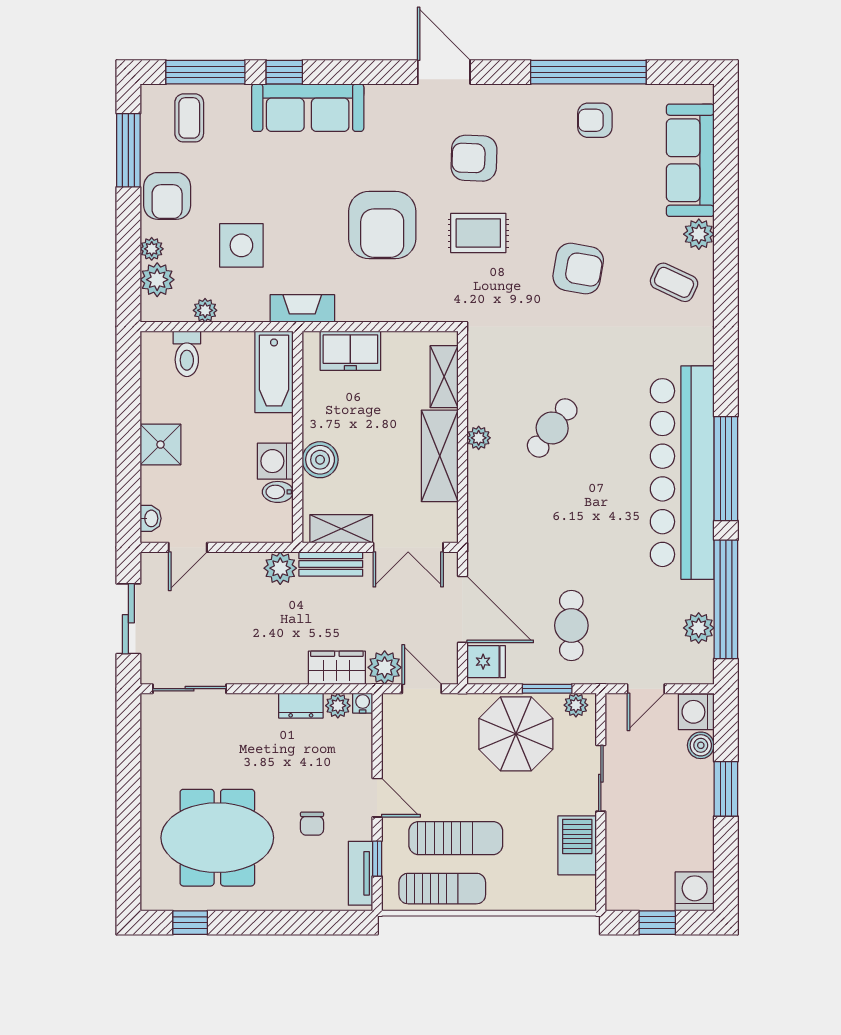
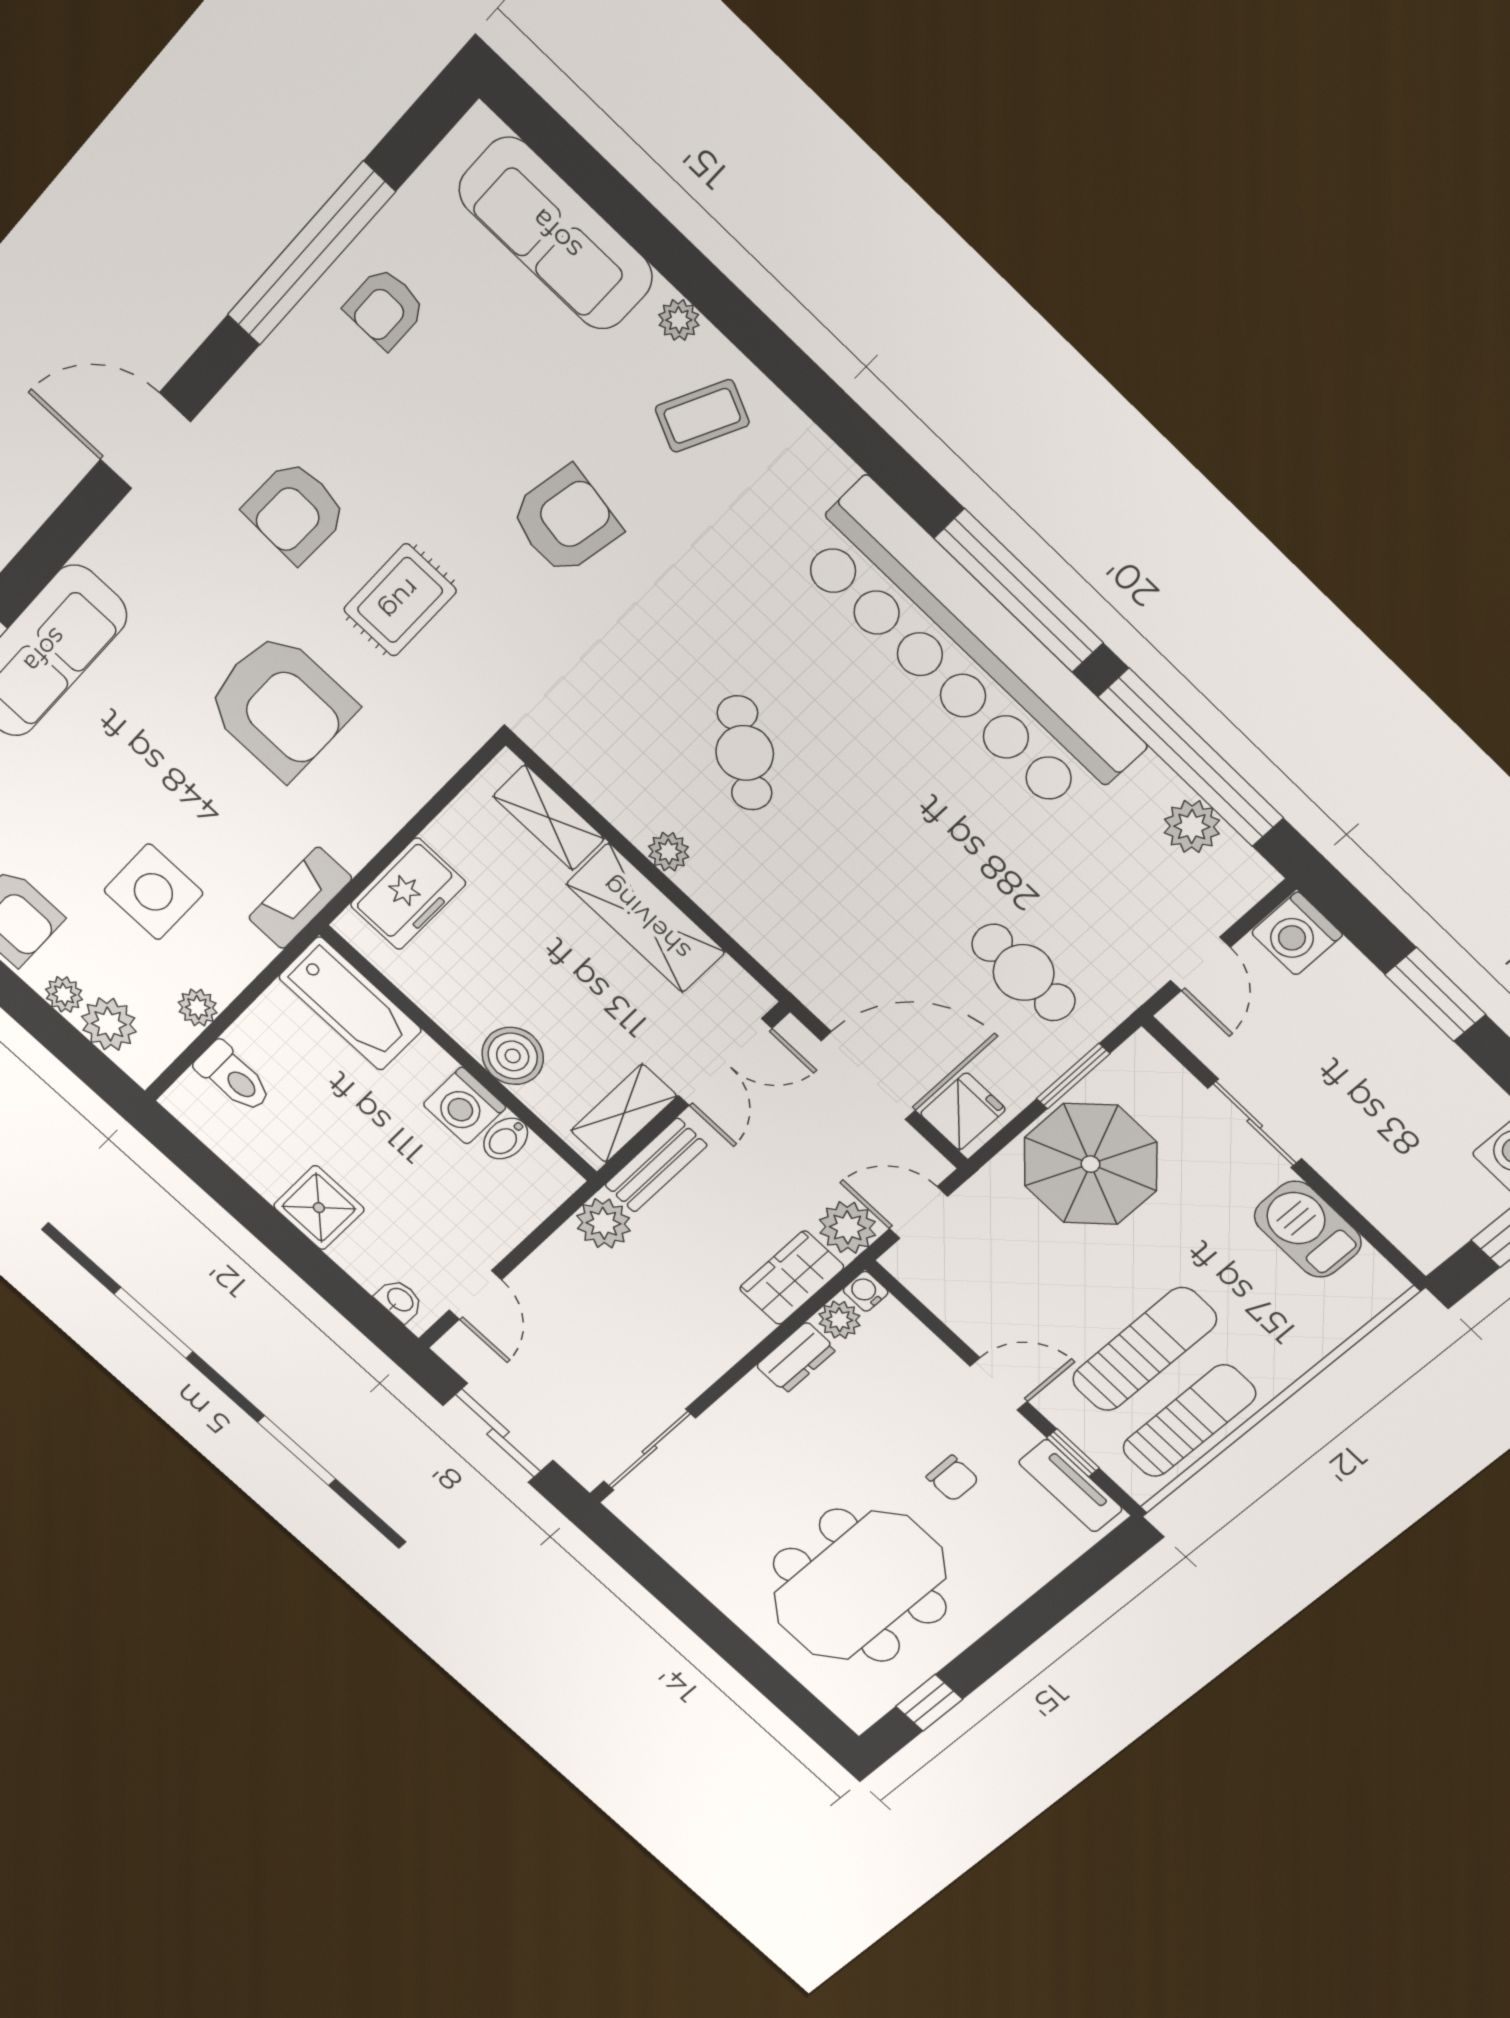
plant: (699, 234) -> (679, 320), width x0.73, depth x0.73
plant: (576, 705) -> (1130, 1064), removed
boiler: (701, 745) -> (1346, 970), removed

